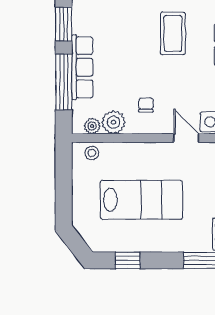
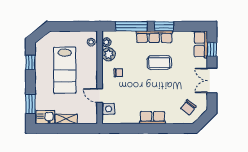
coffee table: (173, 33) -> (159, 63), moved
row of seats: (82, 67) -> (154, 37), moved
door: (186, 138) -> (100, 95), swing flipped

